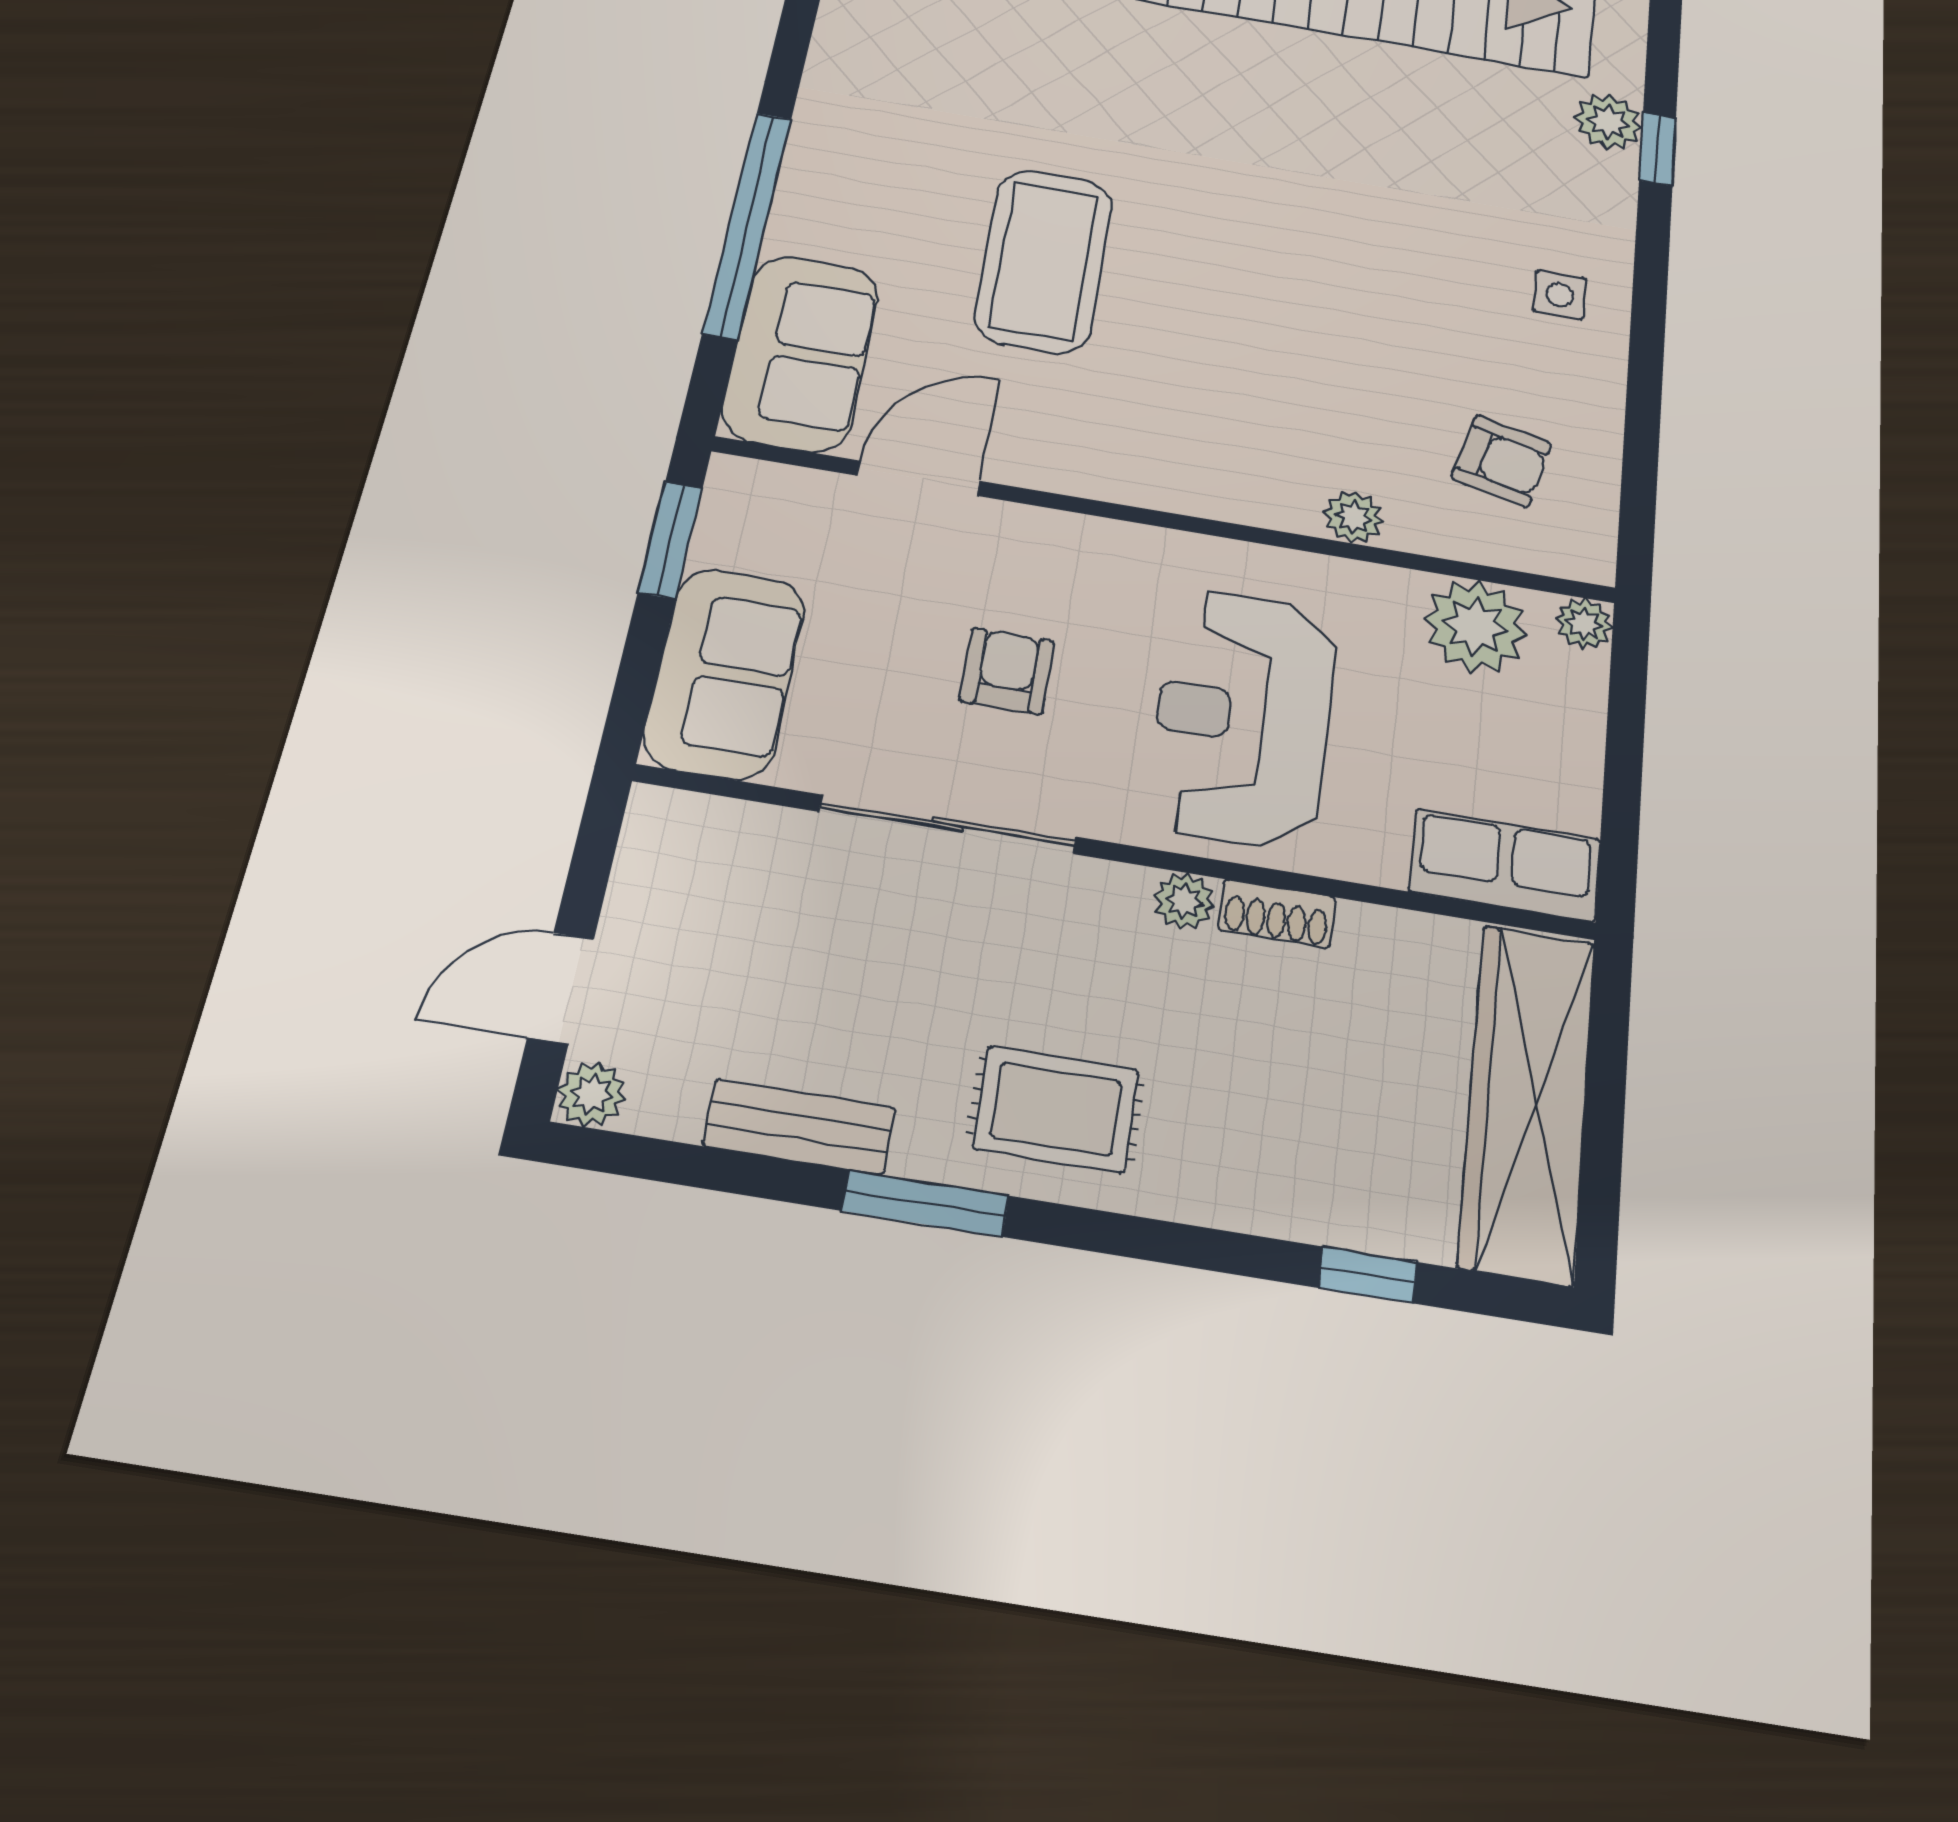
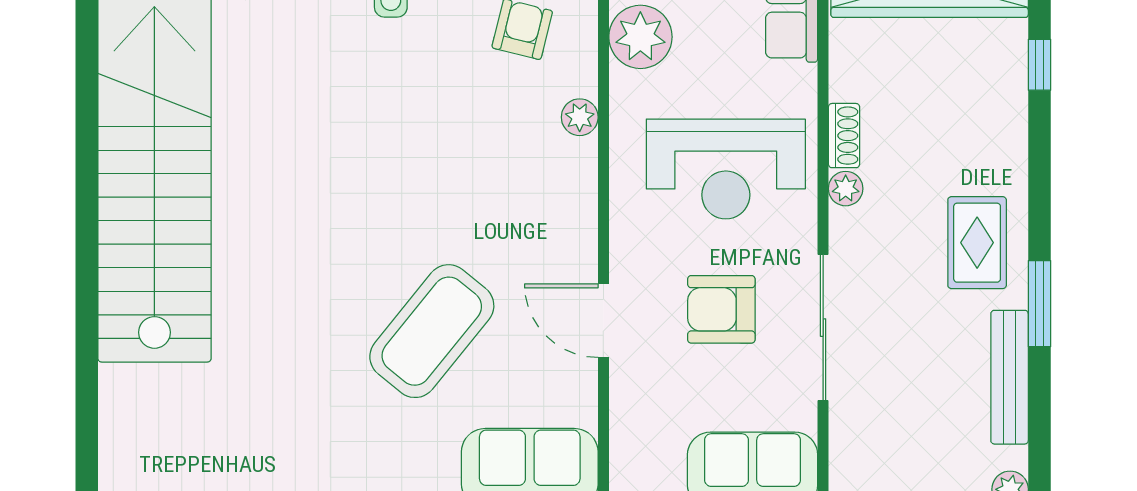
coffee table: (1044, 261) -> (432, 331), turned -51
door: (918, 478) -> (603, 321), moved
armchair: (1007, 671) -> (721, 309), width x1.38, depth x1.38
bench: (799, 1127) -> (1010, 377), width x1.36

